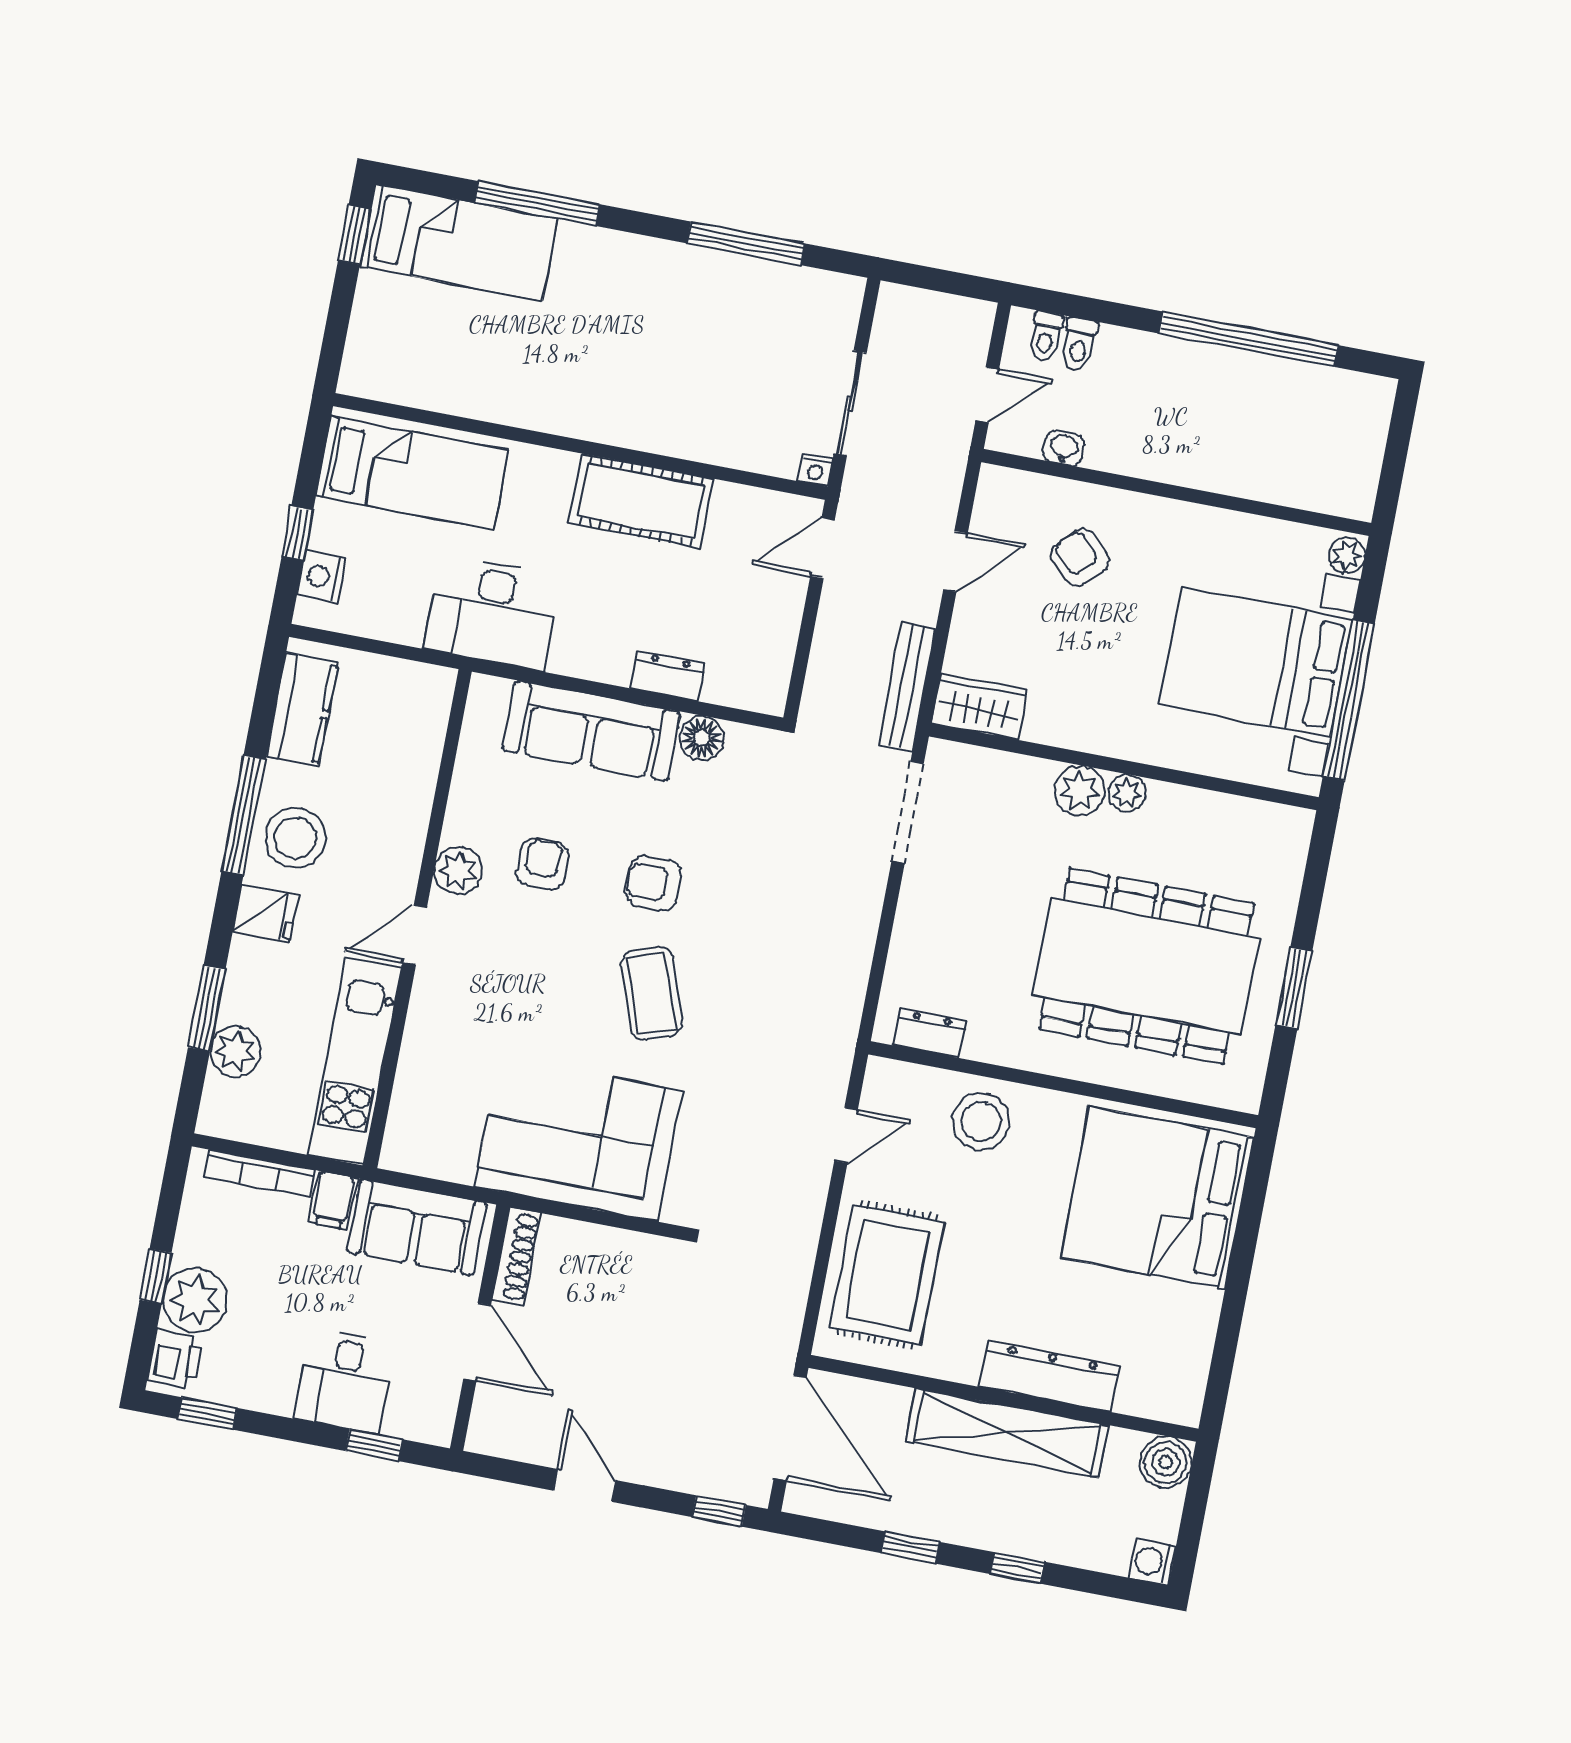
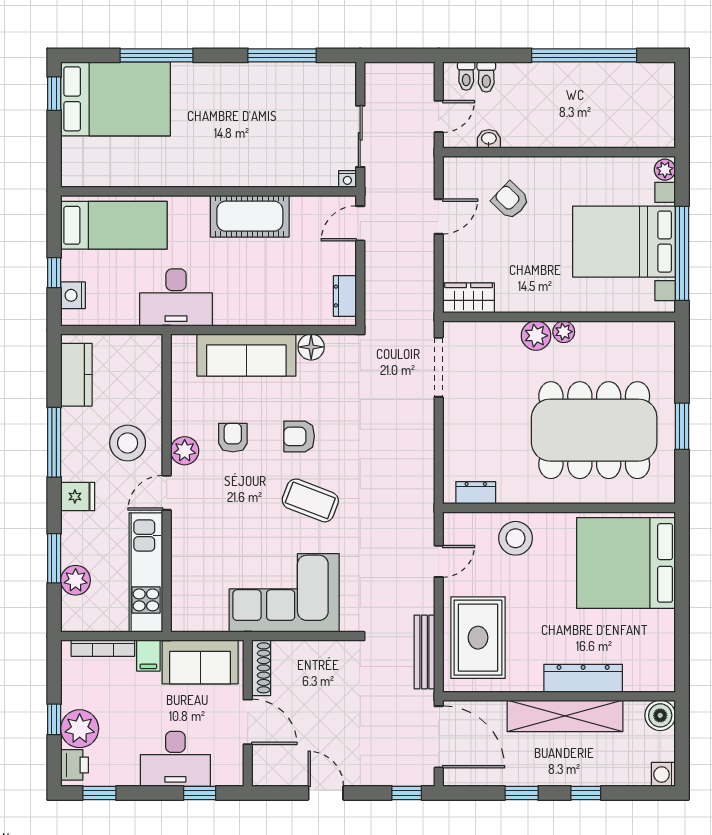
bed: (459, 242) -> (115, 99), width x1.50
dresser: (668, 676) -> (345, 296), moved, turned -90
bench: (907, 686) -> (424, 652), moved
stool: (295, 838) -> (128, 443), moved
coffee table: (652, 993) -> (310, 500), turned -50
desk: (345, 1381) -> (175, 759), width x1.37

